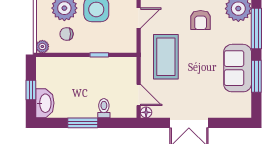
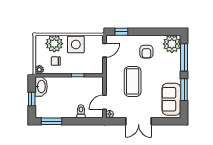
coffee table: (166, 57) -> (133, 81), moved
sofa: (238, 68) -> (171, 99), moved
door: (139, 95) -> (105, 102), swing flipped
washbasin: (45, 103) -> (41, 87), moved
window: (83, 123) -> (52, 121), moved

